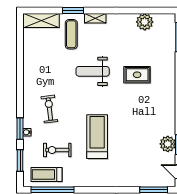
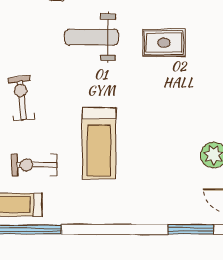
treadmill: (97, 137) -> (99, 143), turned 180

